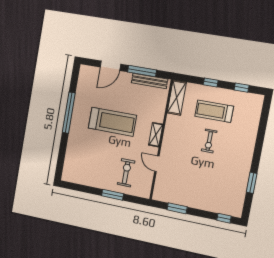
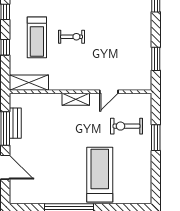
bench: (150, 81) -> (15, 123), width x0.73
treadmill: (112, 122) -> (100, 175), moved

